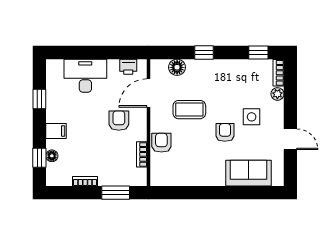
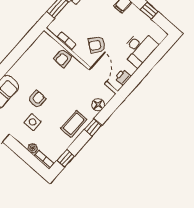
coffee table: (189, 110) -> (74, 124), moved
armchair: (119, 121) -> (97, 45), turned 127
armchair: (225, 132) -> (37, 99), turned -90
armchair: (161, 143) -> (63, 58), turned 90

